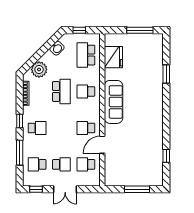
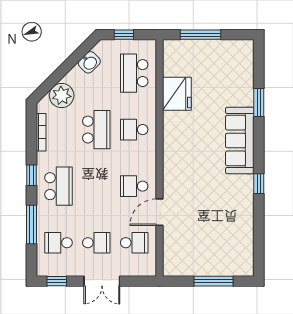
window: (140, 30) -> (200, 35), moved
fridge: (113, 57) -> (177, 94), moved
sofa: (113, 102) -> (240, 141), moved, turned 180
school desk: (37, 128) -> (58, 186), width x1.85
window: (166, 156) -> (259, 184), moved
school desk: (86, 164) -> (134, 243), turned 180

